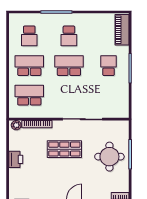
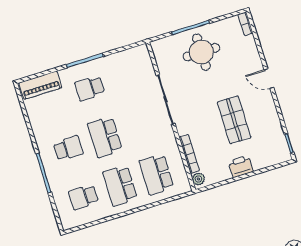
school desk: (29, 36) -> (83, 197), turned 180
shop shelf: (64, 149) -> (234, 120), moved

